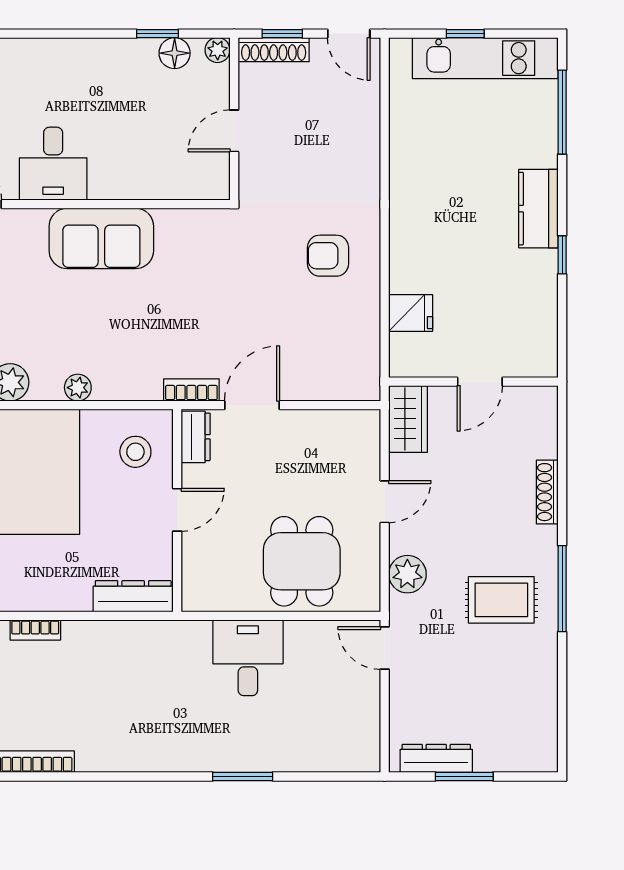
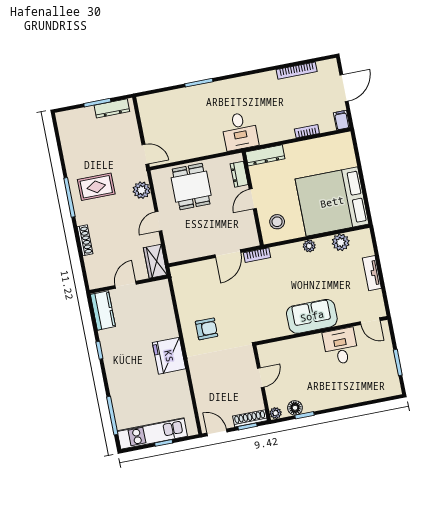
kitchen counter: (538, 209) -> (103, 311), moved
fridge: (411, 313) -> (169, 356), moved, width x1.88, depth x1.34
dresser: (196, 437) -> (239, 174), moved
desk: (248, 658) -> (240, 131), moved

